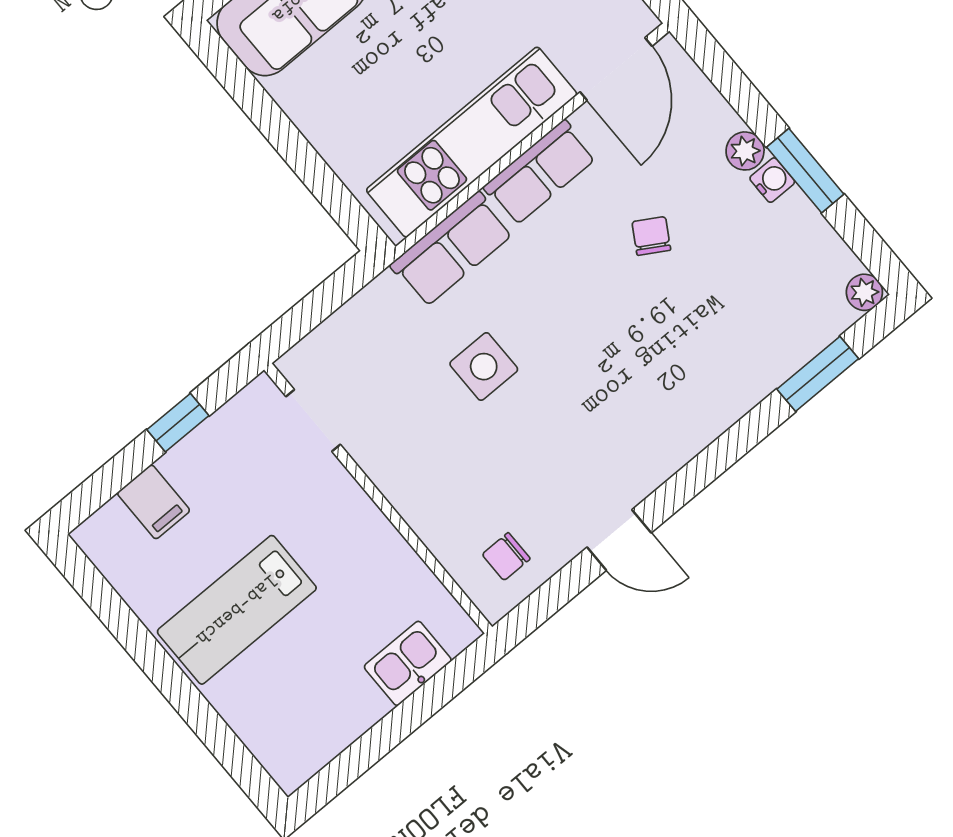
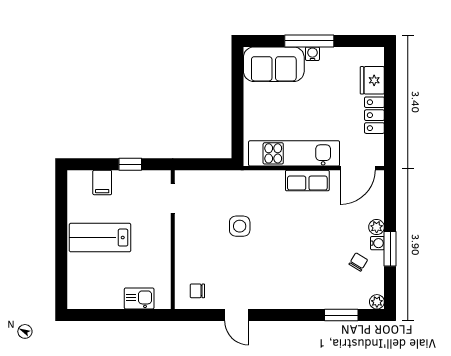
chair: (651, 236) -> (358, 262), moved
row of seats: (452, 249) -> (260, 182), removed

